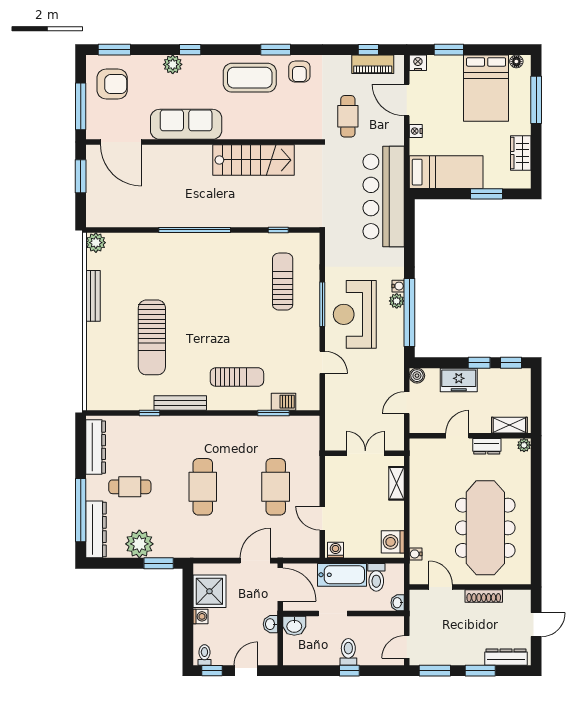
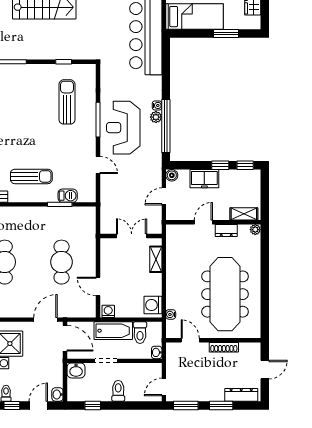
washbasin: (270, 624) -> (57, 394), moved
window: (349, 671) -> (93, 405), moved

